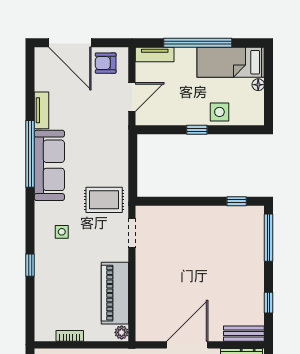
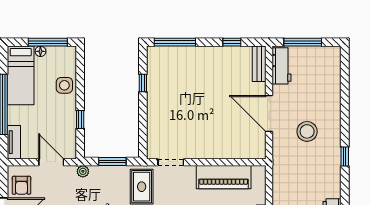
window: (269, 93) -> (48, 42), added
window: (197, 130) -> (80, 120), moved
window: (133, 167) -> (112, 161), added
window: (237, 201) -> (143, 83), moved
plant: (122, 332) -> (83, 171), moved

